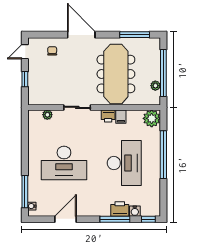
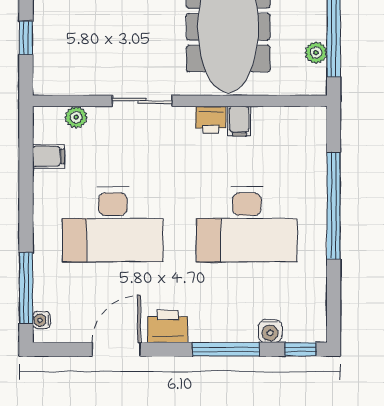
plant: (152, 118) -> (308, 125), removed
filing cabinet: (35, 132) -> (49, 156), added
desk: (124, 163) -> (247, 224), turned 90
printer: (120, 209) -> (168, 326), moved

